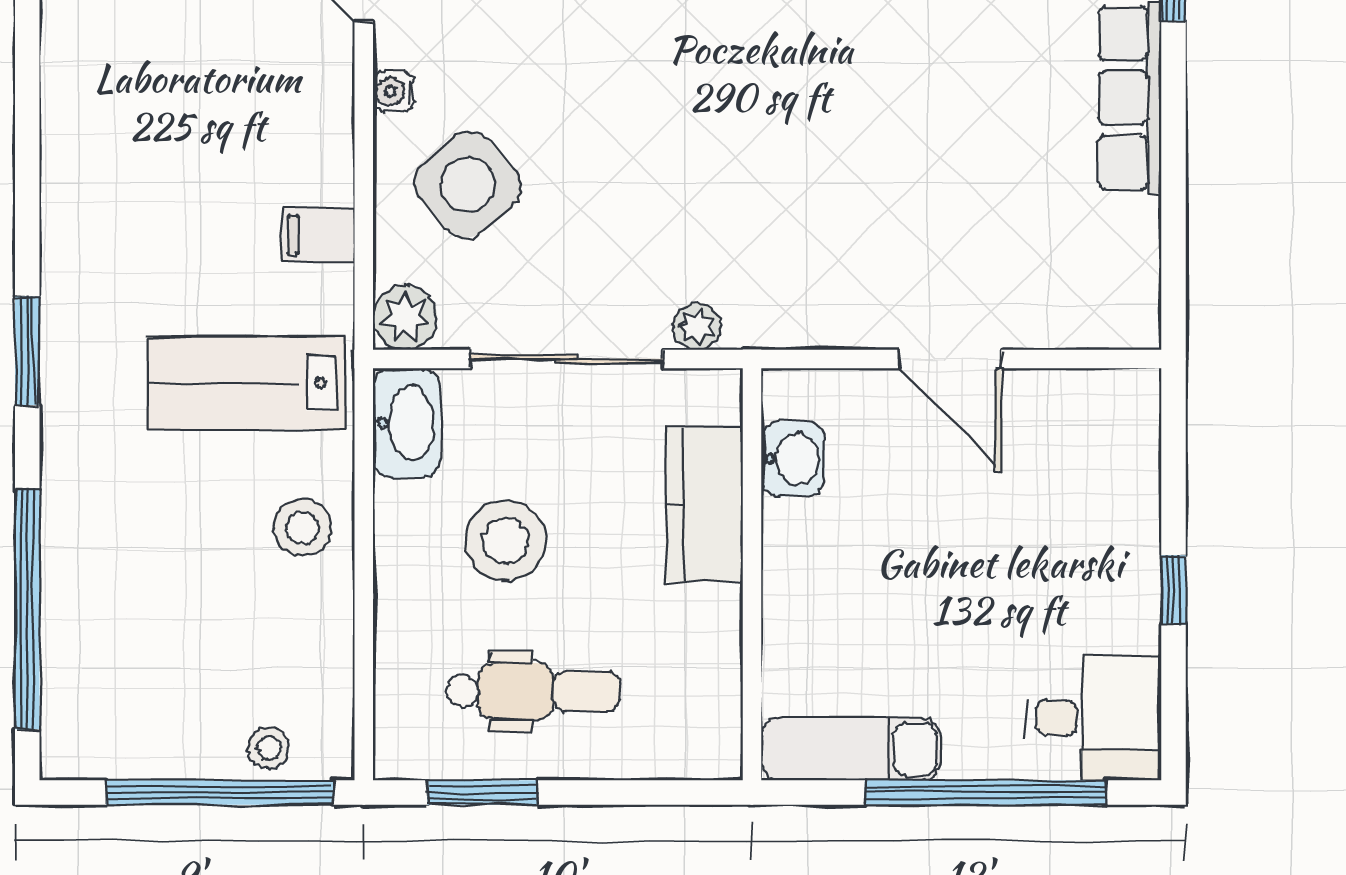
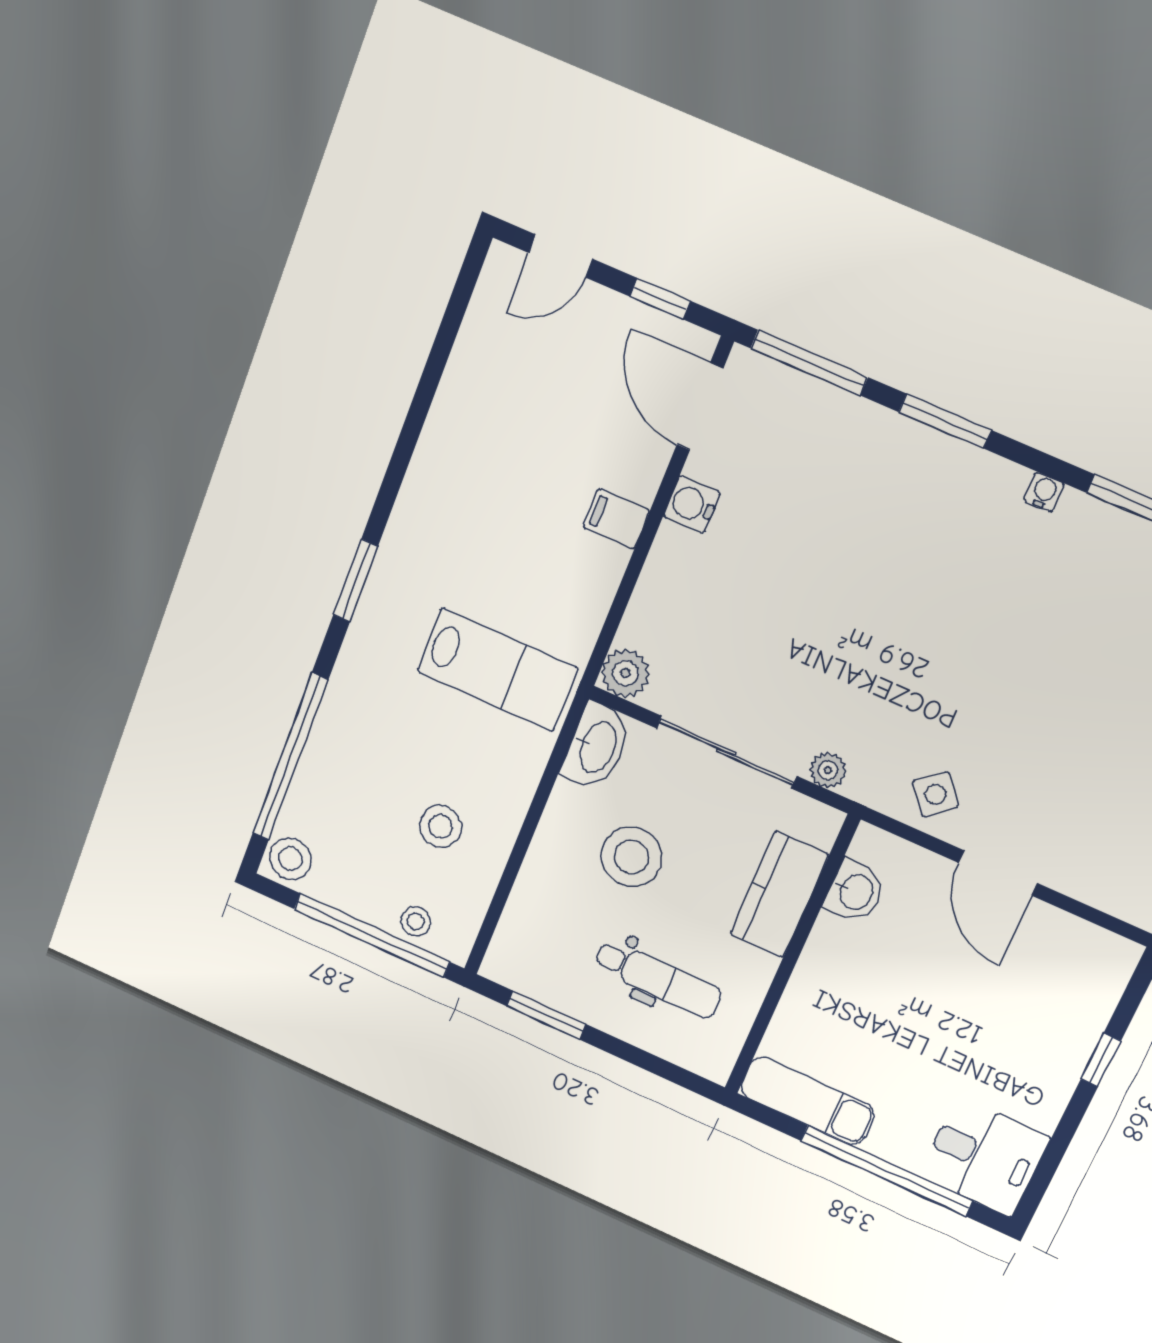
water cooler: (393, 91) -> (692, 505), width x1.38, depth x1.38
side table: (468, 185) -> (936, 794), moved, width x0.54, depth x0.54
filing cabinet: (318, 235) -> (616, 519), moved
lab bench: (247, 383) -> (497, 670), turned 180
stool: (302, 528) -> (441, 826), moved
window: (1173, 590) -> (1101, 1060), moved
dental chair: (533, 691) -> (658, 979), moved
stool: (77, 741) -> (290, 859), added

